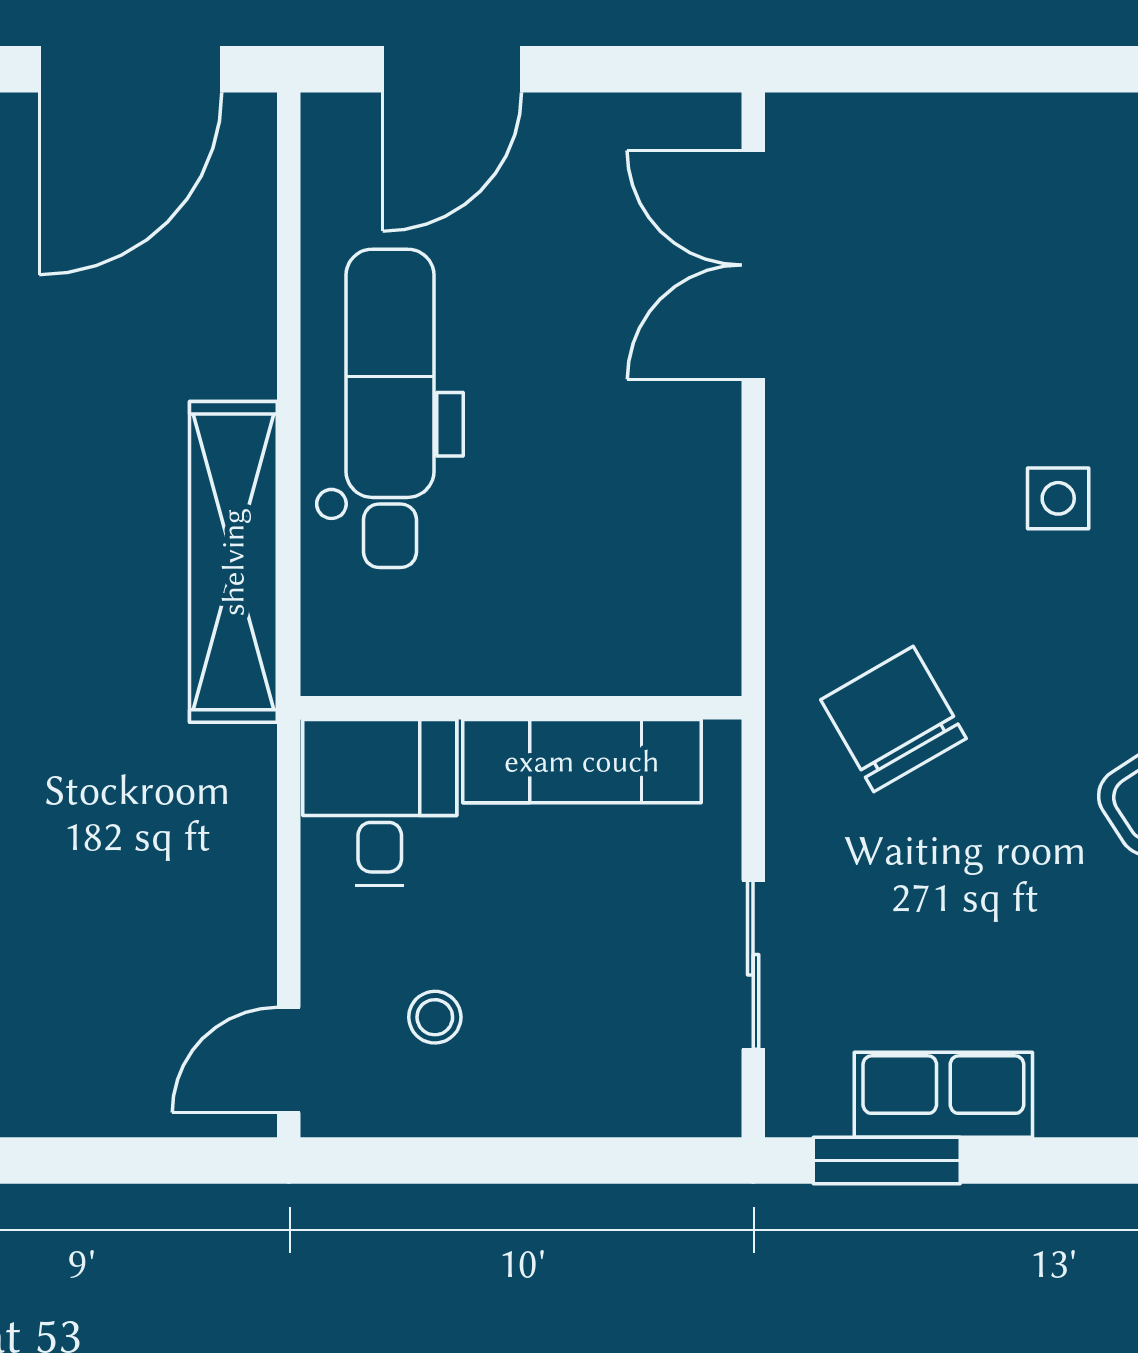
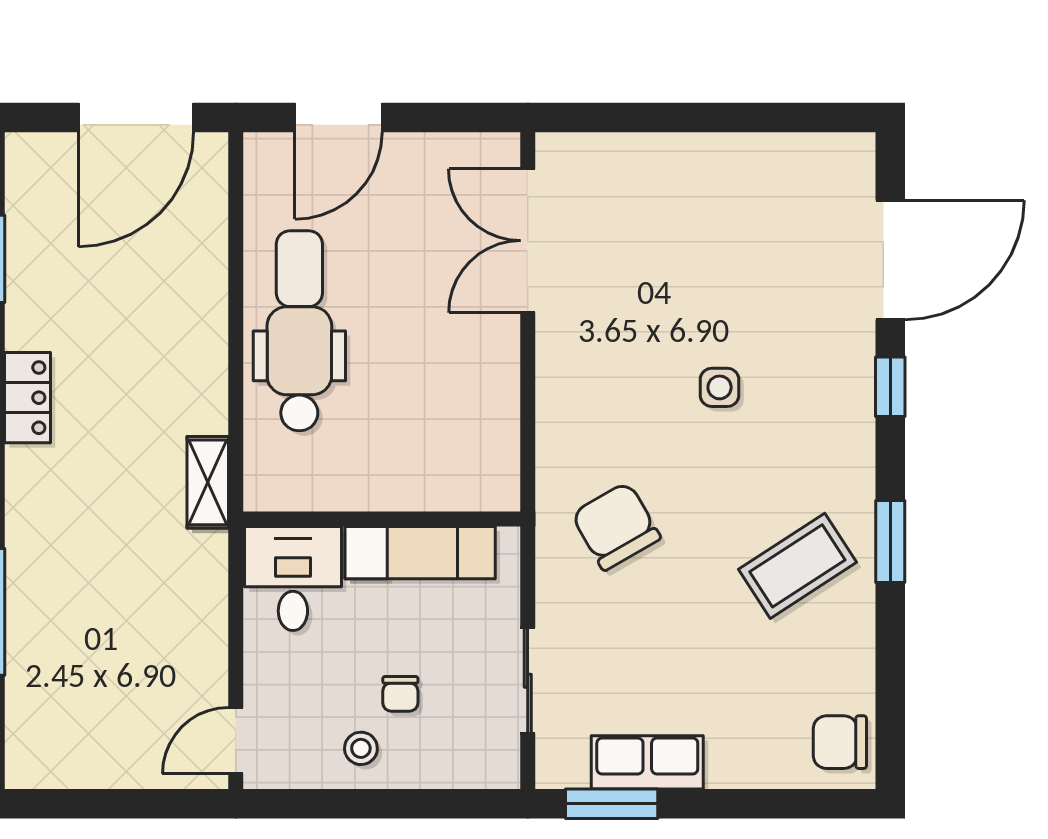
shelving: (233, 562) -> (208, 482), width x0.45, depth x0.75
chair: (551, 986) -> (400, 694), added
stool: (435, 1017) -> (361, 748), moved

